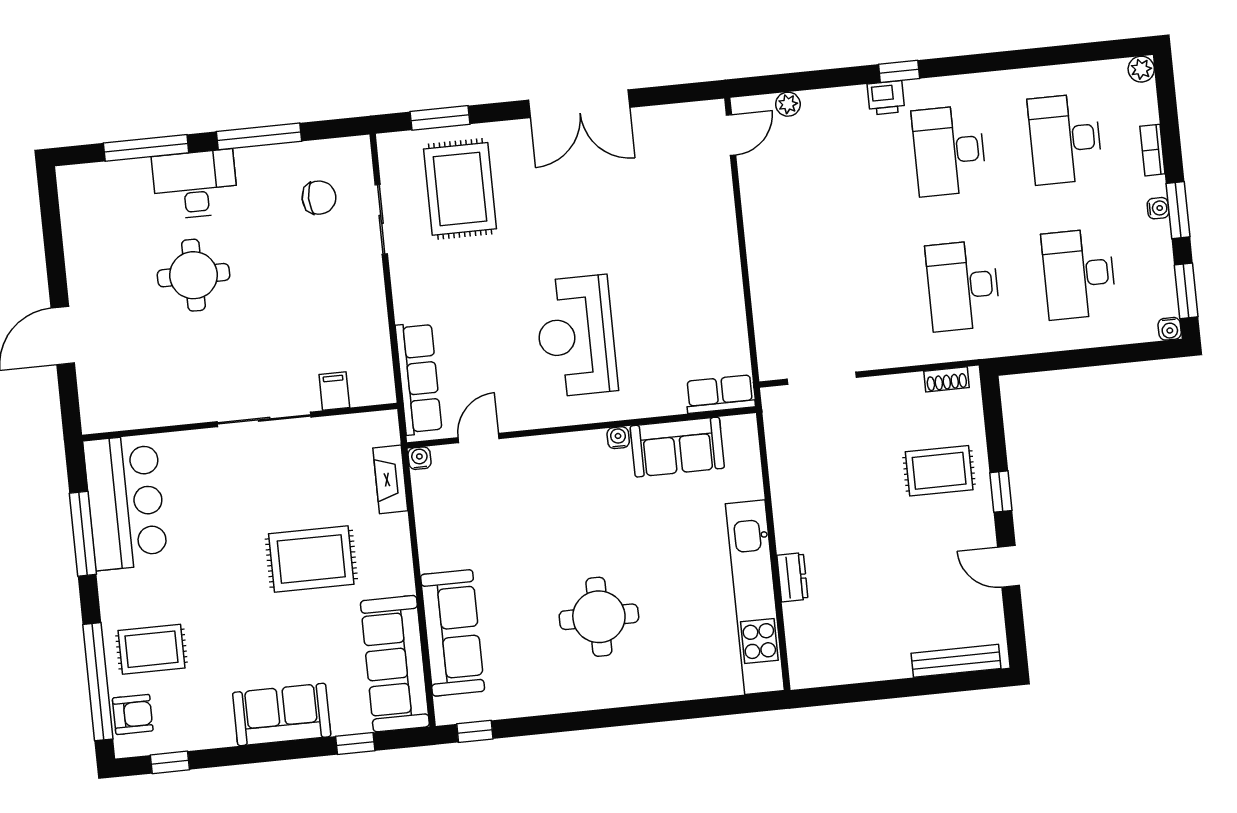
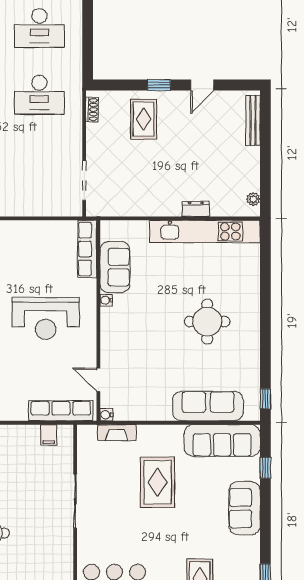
filing cabinet: (334, 391) -> (49, 435), moved, turned -90
row of seats: (720, 394) -> (87, 249), width x1.48
plant: (819, 675) -> (253, 199), added

